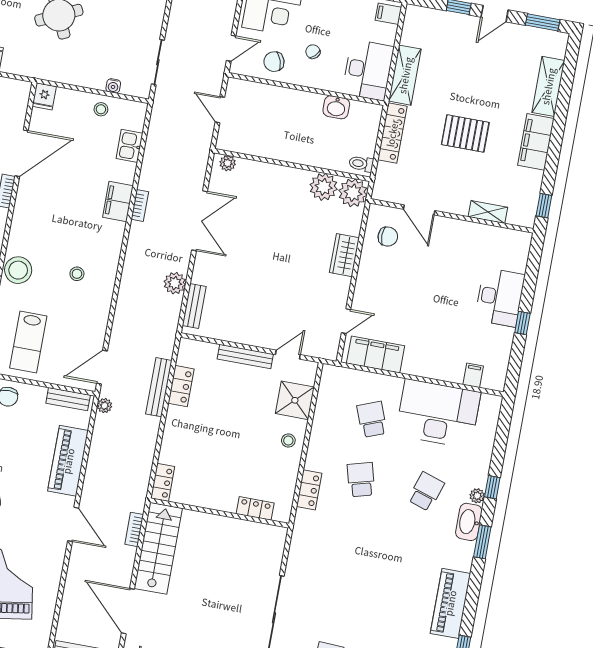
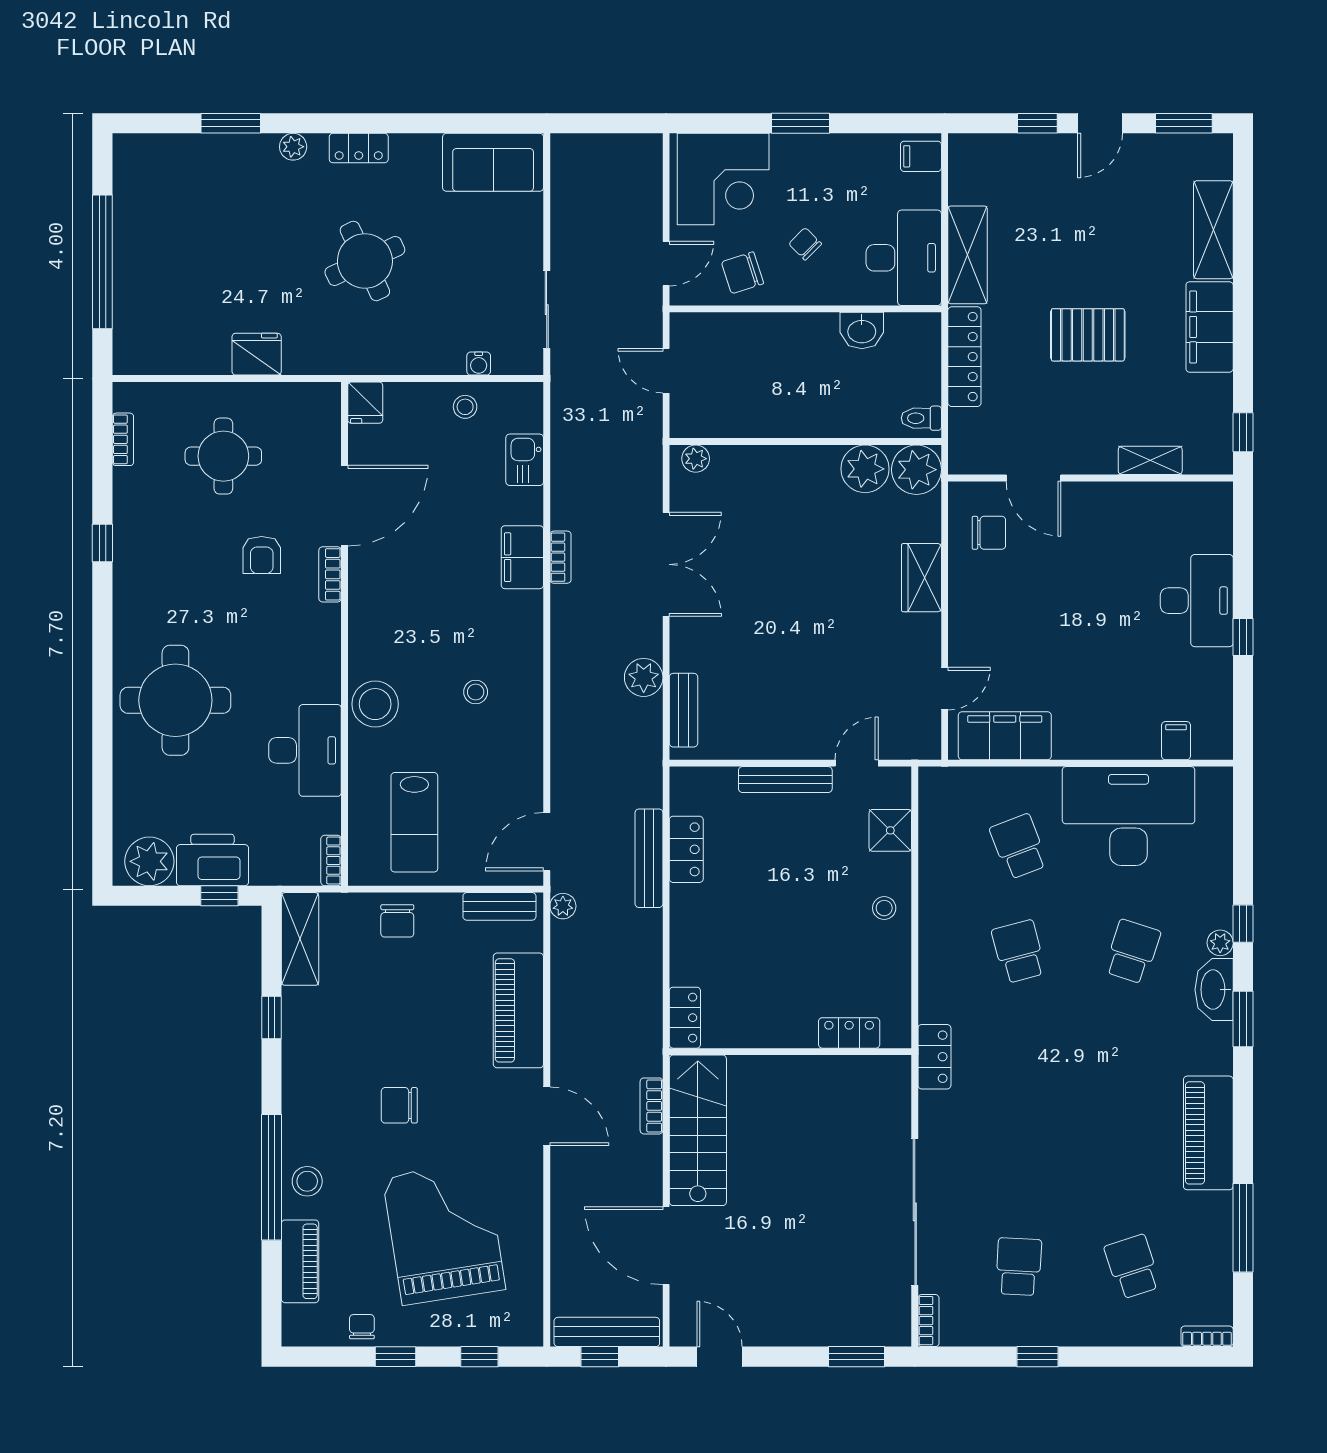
shower: (295, 400) -> (890, 830), width x0.73, depth x0.73
locker: (309, 490) -> (934, 1057), moved

